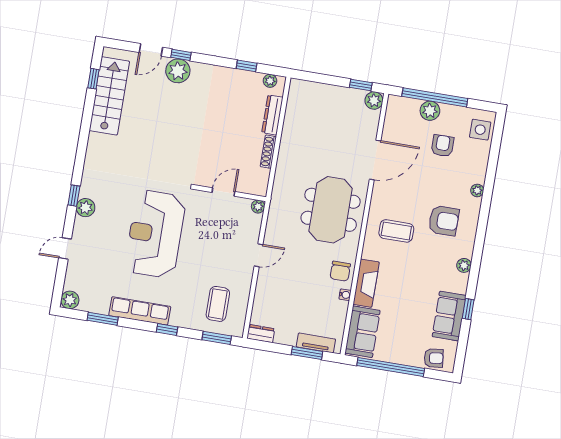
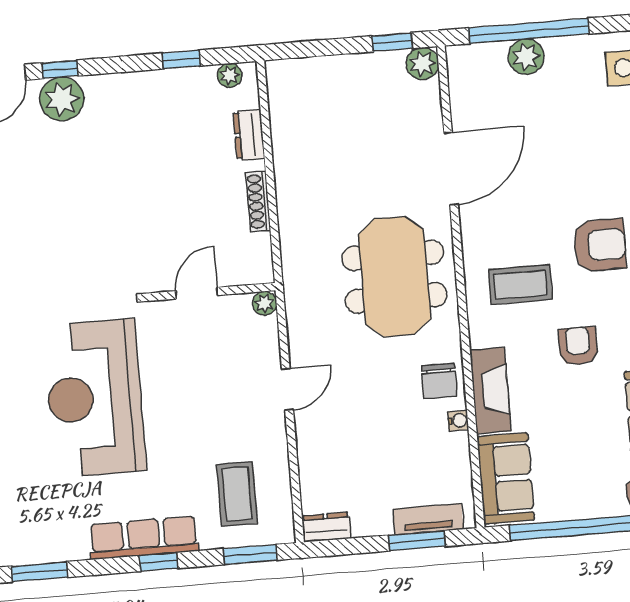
dresser: (272, 115) -> (249, 135), width x0.70
armchair: (443, 146) -> (578, 346), moved
row of seats: (140, 311) -> (144, 538), moved

